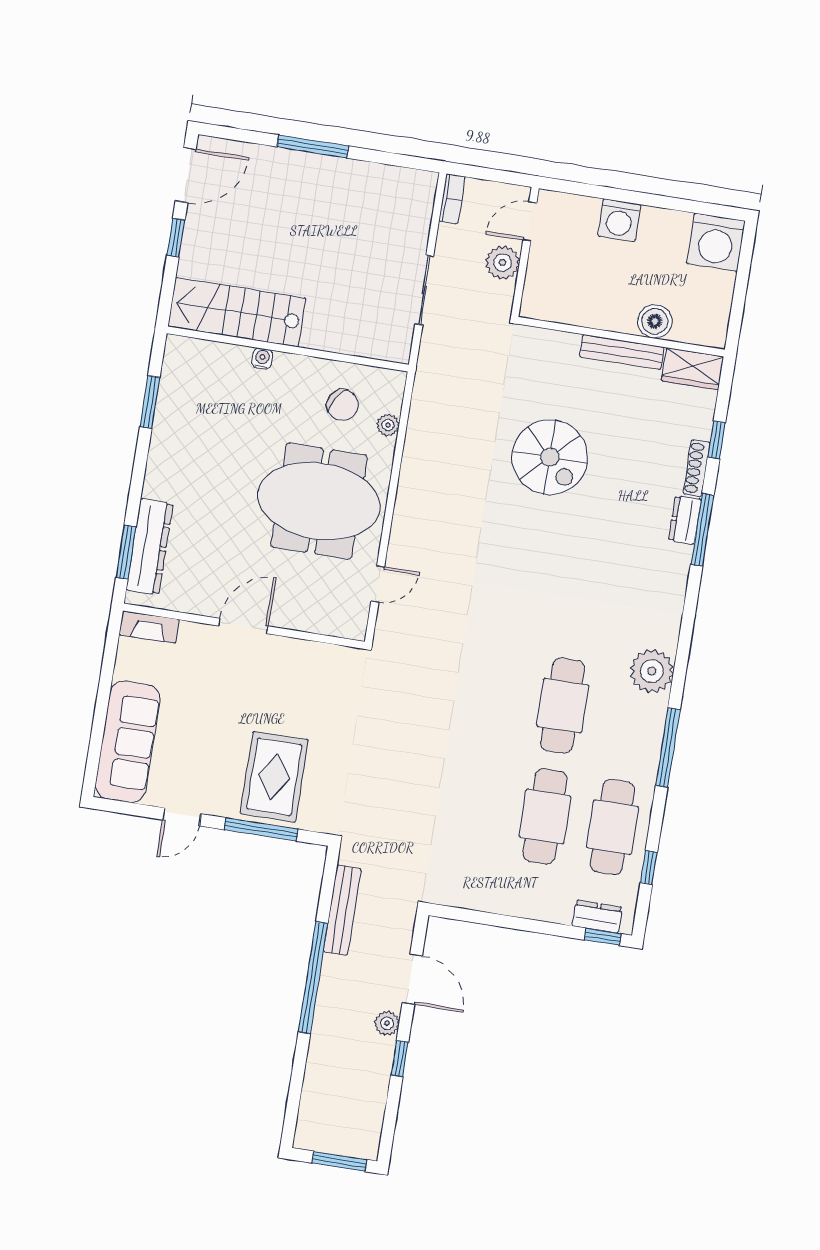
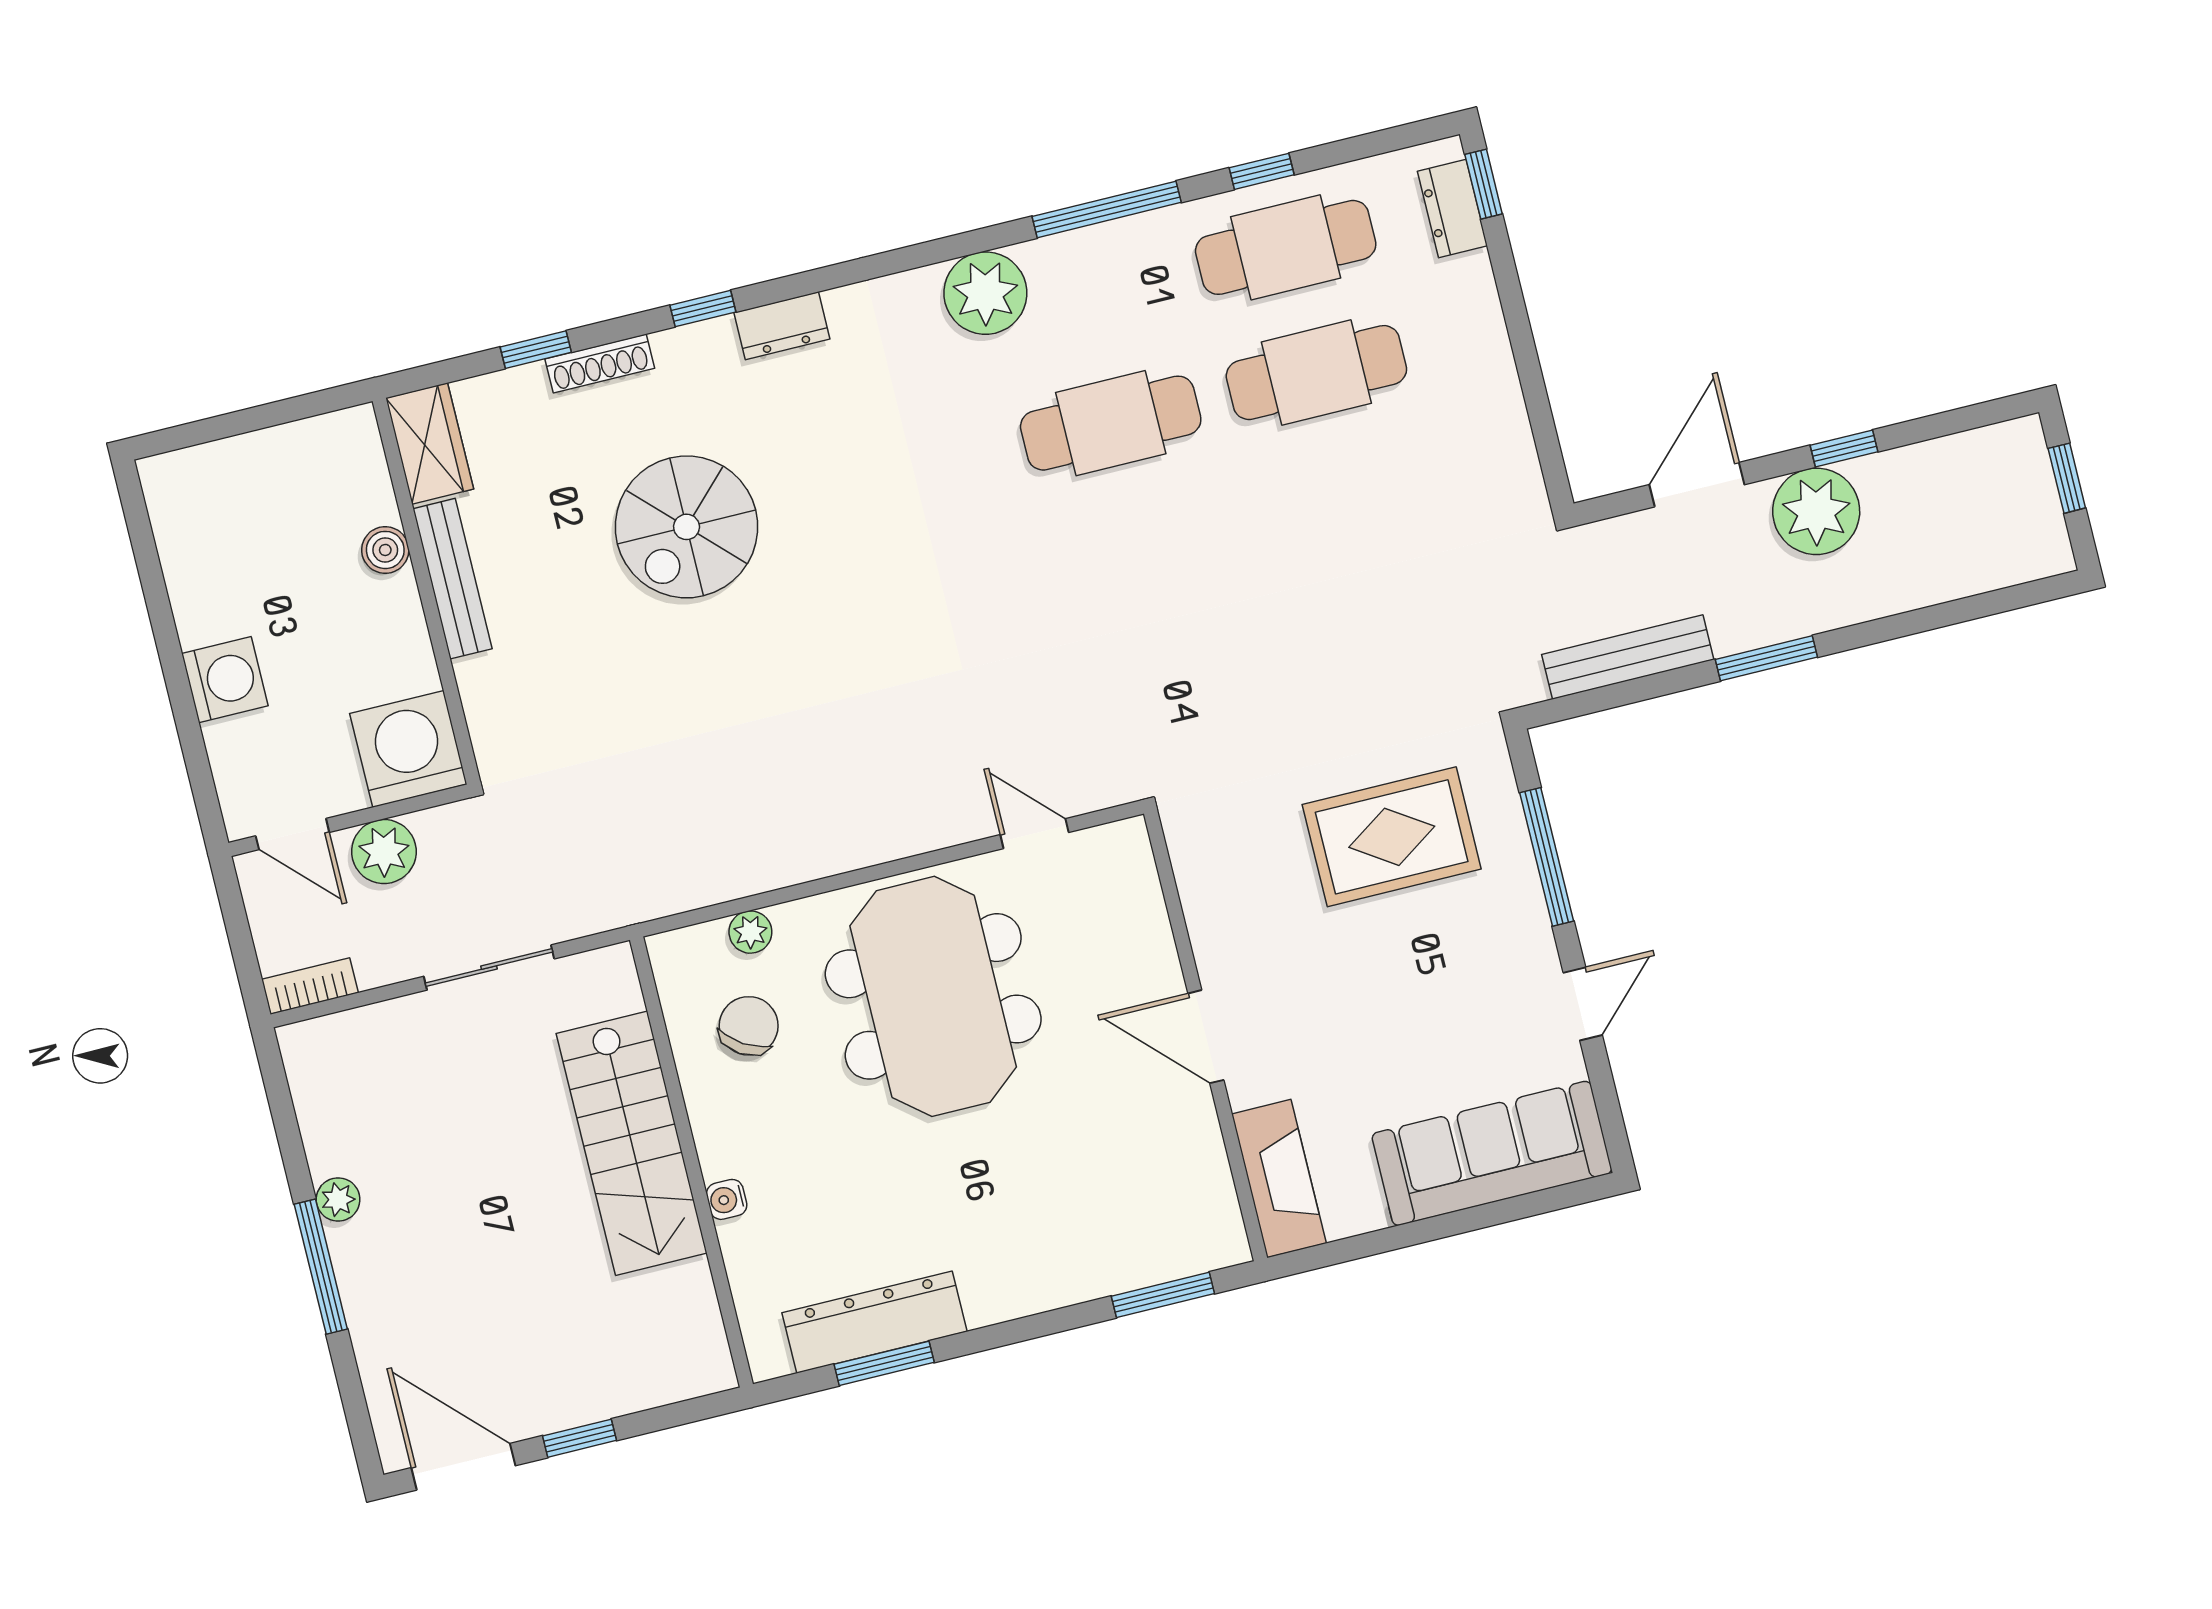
plant: (342, 169) -> (338, 1200), added
washing machine: (716, 242) -> (408, 749), moved, turned -90
stairs: (237, 312) -> (632, 1143), moved
boiler: (655, 321) -> (385, 550), width x0.73, depth x0.73
spiral stairs: (550, 457) -> (687, 527), moved, turned 180
dresser: (685, 520) -> (782, 326), moved
window: (702, 530) -> (703, 309), width x0.46
dresser: (150, 547) -> (874, 1322), moved
fireplace: (149, 627) -> (1279, 1179), width x1.37, depth x1.32
rug: (274, 777) -> (1392, 837), moved
door: (182, 817) -> (1583, 1004), hinge flipped
window: (649, 867) -> (1262, 171), moved
window: (313, 978) -> (1766, 658), width x0.47
plant: (387, 1023) -> (1816, 511), width x1.88, depth x1.88
window: (339, 1161) -> (2067, 478), width x0.67

